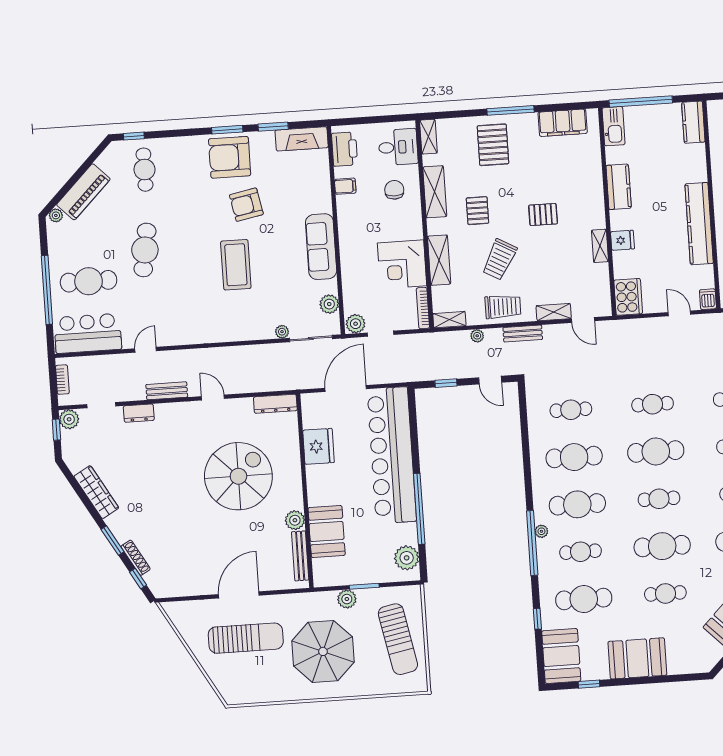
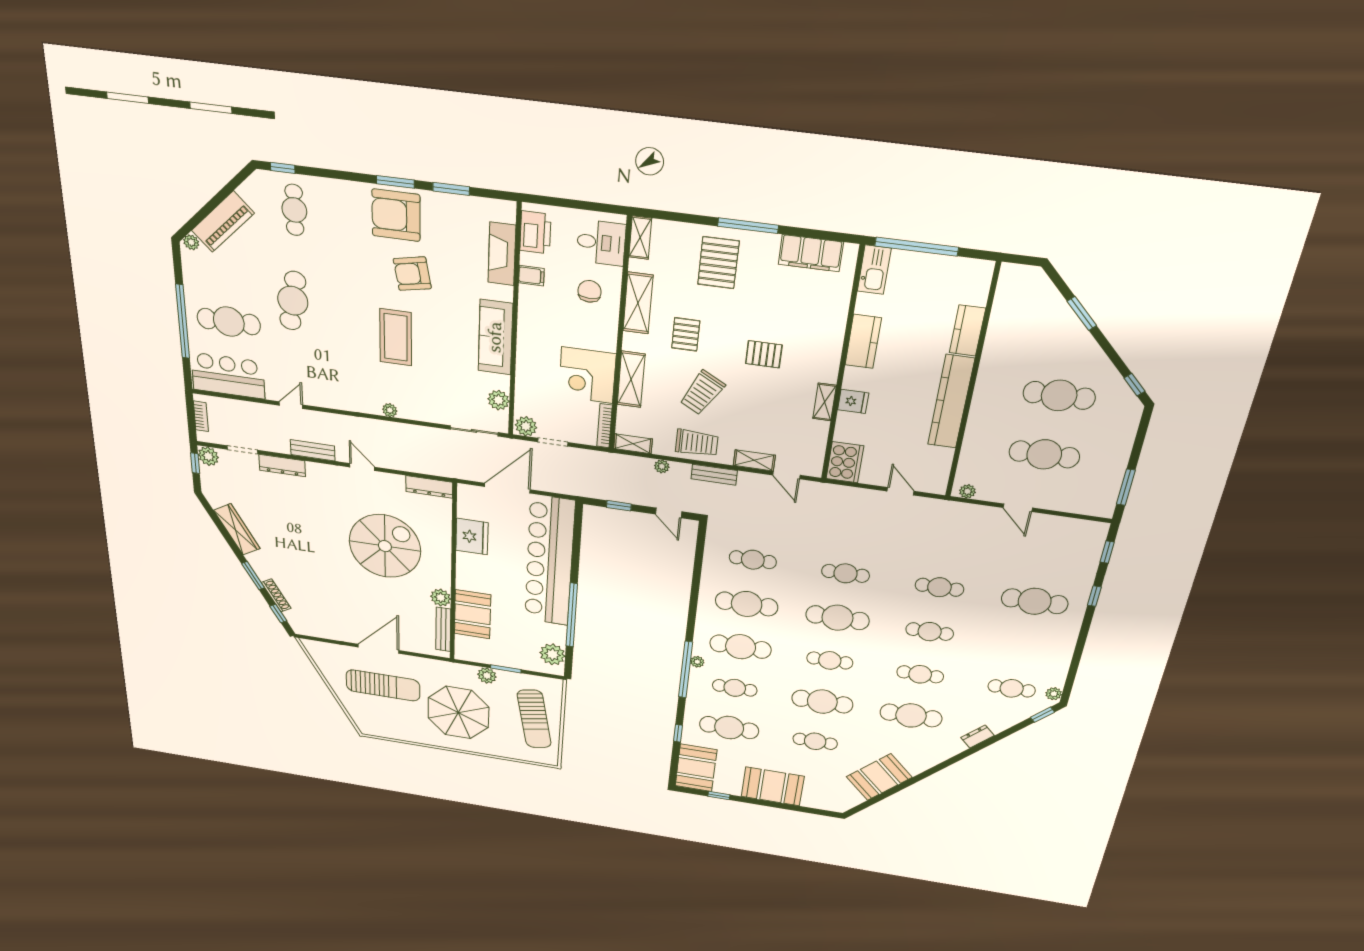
kitchen counter: (693, 122) -> (967, 331), moved
fireplace: (302, 139) -> (502, 254), moved, turned 90
dishwasher: (708, 299) -> (938, 484), removed
plant: (282, 332) -> (390, 410), moved
dresser: (139, 413) -> (282, 466), width x1.44

